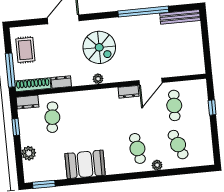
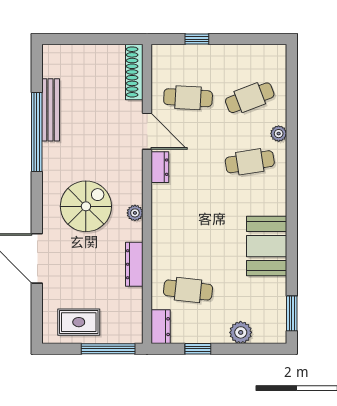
bench: (180, 17) -> (51, 110), moved
dresser: (61, 82) -> (134, 264), width x1.44
shoe rack: (33, 85) -> (134, 72), moved

